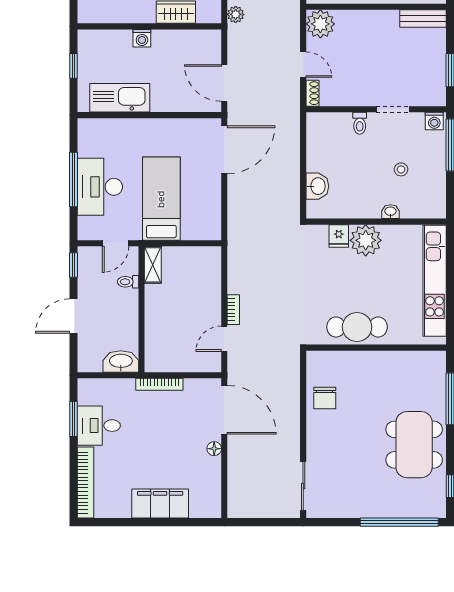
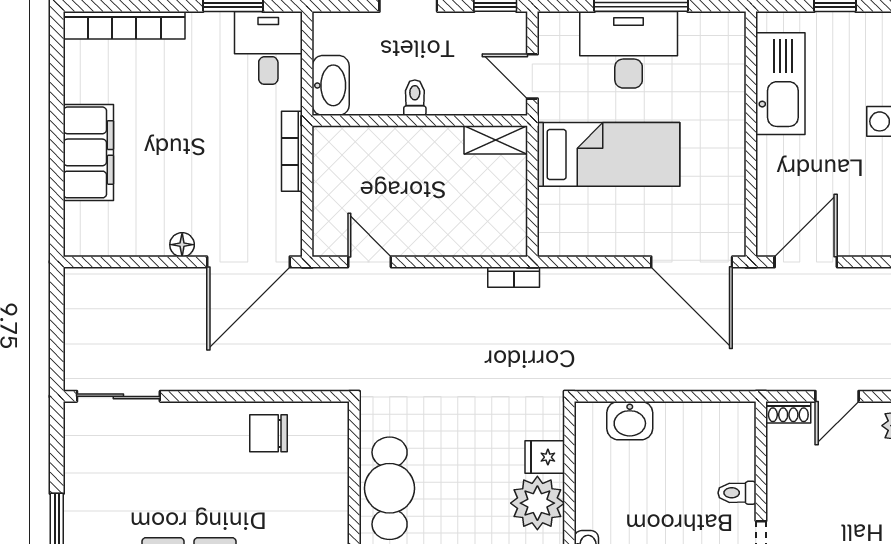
toilet: (128, 282) -> (415, 98), moved
bookcase: (233, 310) -> (514, 277), moved
desk: (99, 426) -> (268, 48), moved

